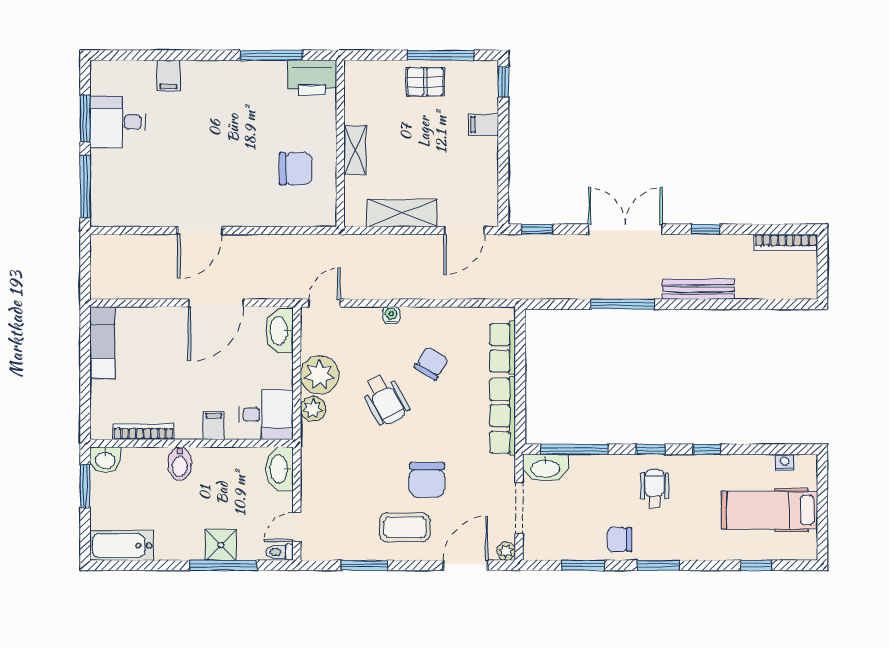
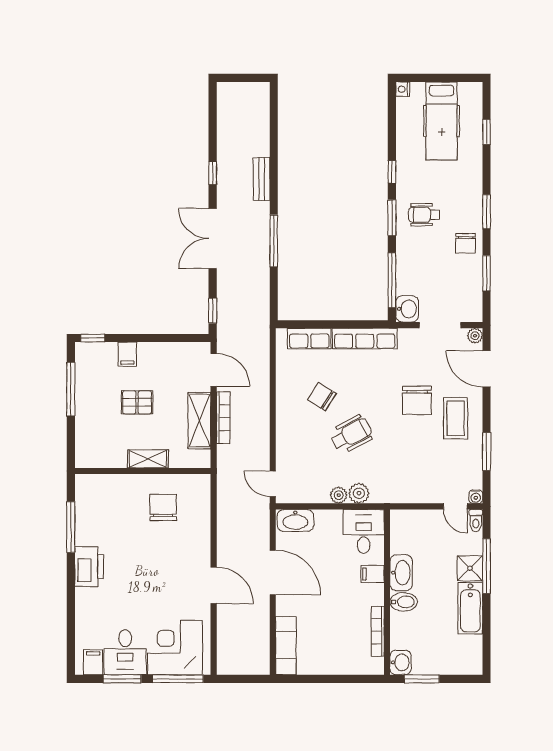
filing cabinet: (168, 76) -> (93, 662), moved, turned -90
printer: (312, 78) -> (89, 567), moved
pallet: (425, 82) -> (137, 402), moved, turned 90
corner desk: (123, 183) -> (175, 648), added
bookcase: (786, 242) -> (223, 418), moved
bench: (698, 289) -> (262, 179), width x0.73
water cooler: (391, 315) -> (476, 497), moved, turned -90
exam couch: (103, 342) -> (286, 646), moved, turned 90
plant: (320, 375) -> (339, 495), width x0.53, depth x0.53
window: (651, 449) -> (392, 218), width x1.50
nightstand: (784, 463) -> (403, 89), moved
washbasin: (545, 468) -> (407, 309), width x0.72
washbasin: (279, 469) -> (401, 573), moved, turned -90
chair: (427, 480) -> (417, 400), turned 90
bathtub: (122, 545) -> (470, 608), moved

